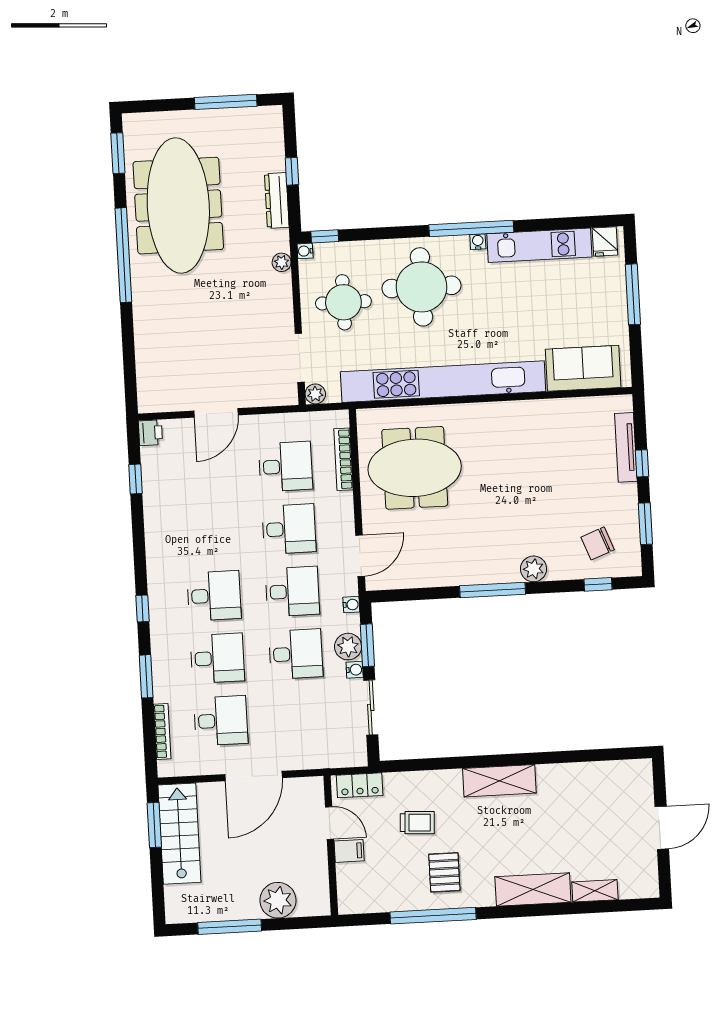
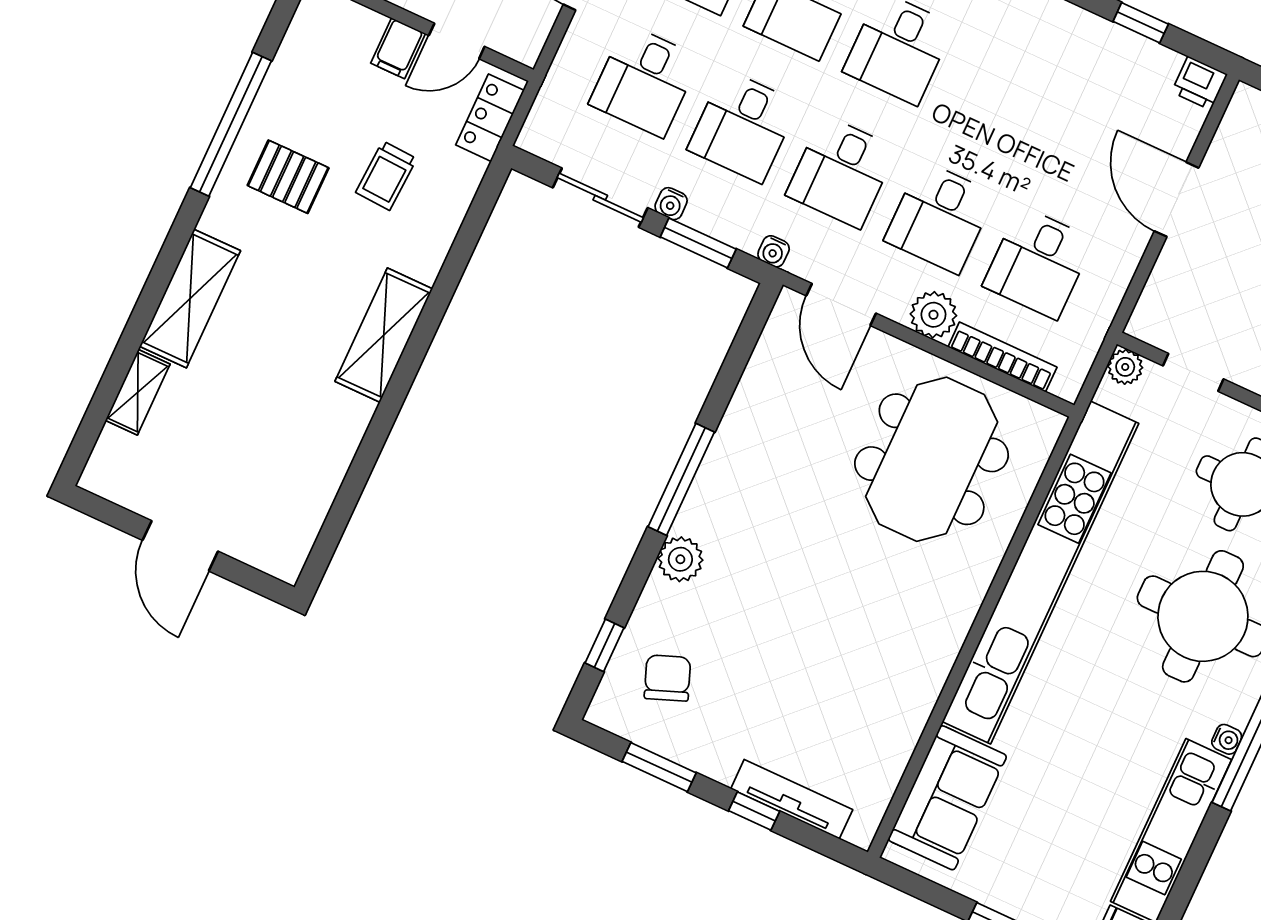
doorway: (300, 358) -> (1193, 372), width x0.73
plant: (348, 647) -> (933, 315), moved
desk: (299, 716) -> (645, 81), added

